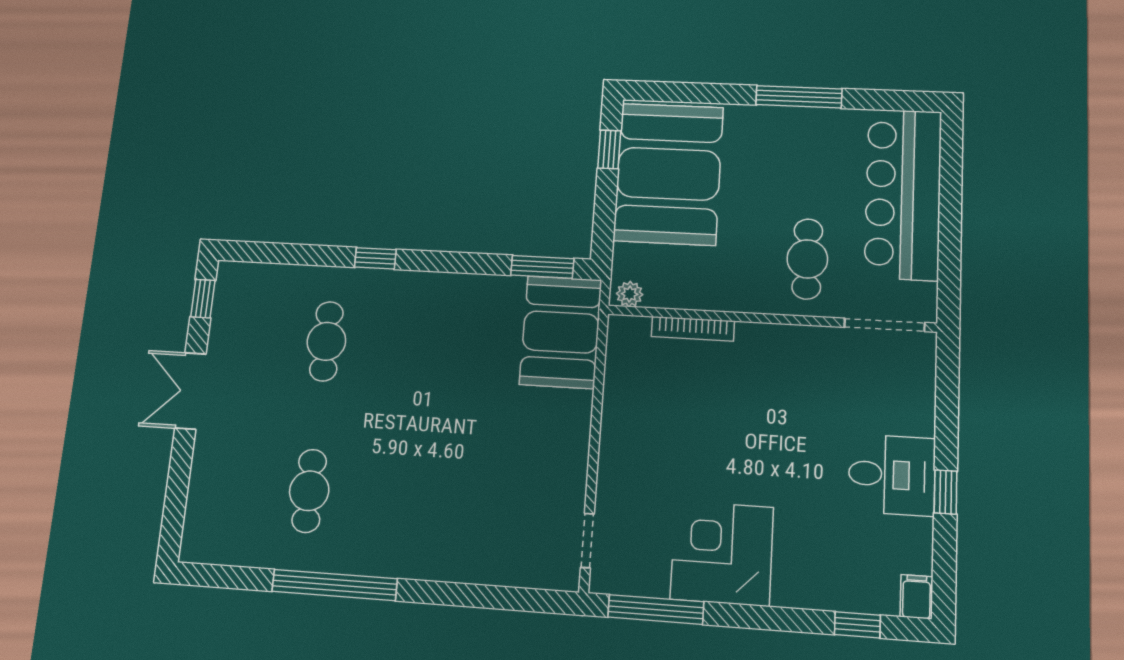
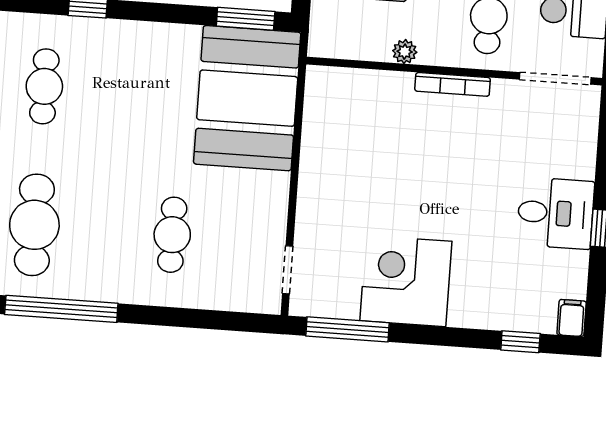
plant: (630, 294) -> (405, 52), moved
bookcase: (693, 329) -> (453, 84), moved
booth: (561, 332) -> (247, 98), width x1.36, depth x1.42
cafe table: (309, 491) -> (34, 225), width x1.37, depth x1.35
cafe table: (459, 501) -> (172, 235), added

